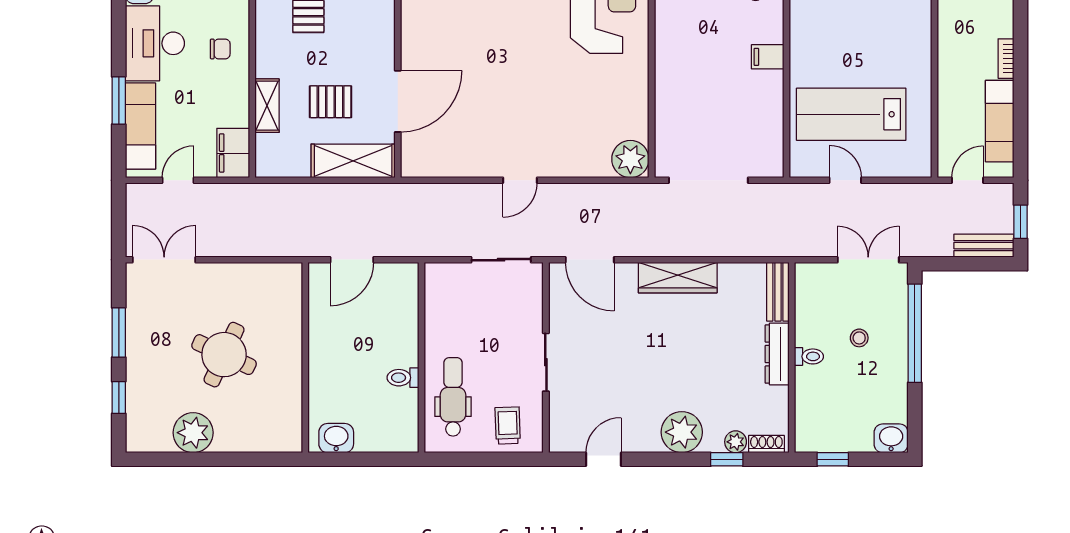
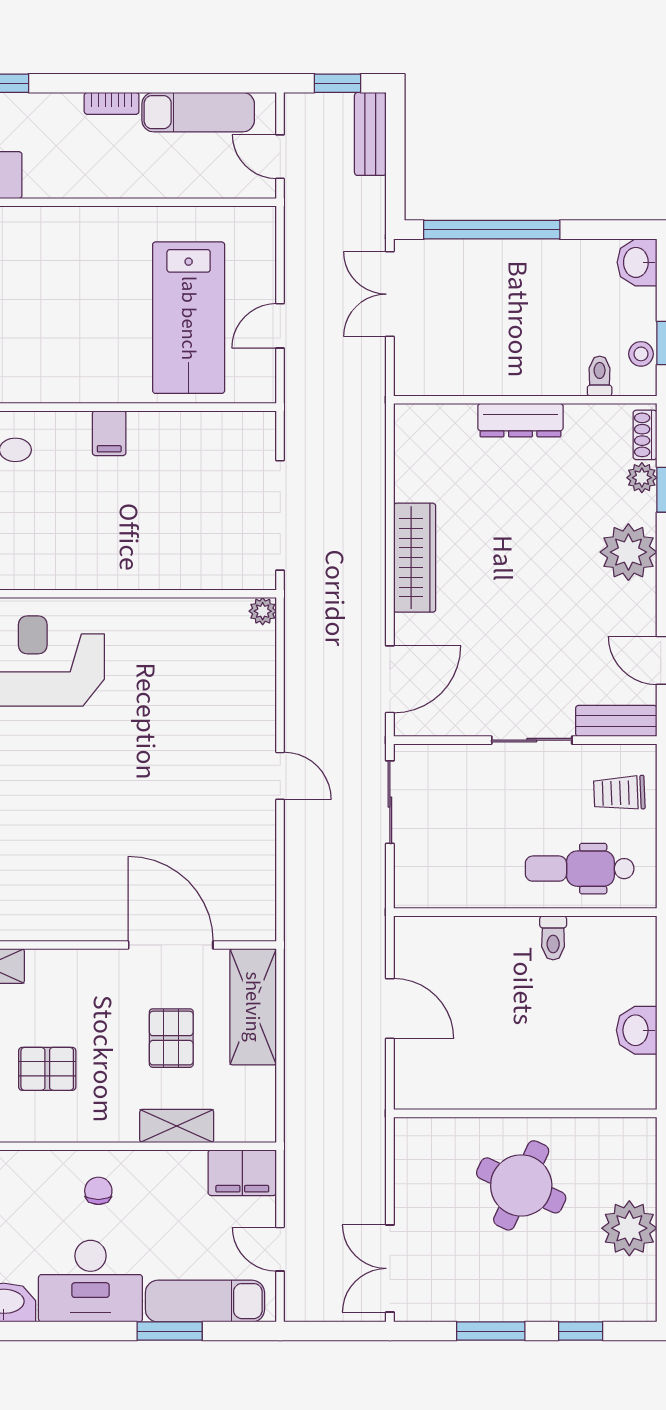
plant: (630, 159) -> (263, 611), width x0.53, depth x0.53
bench: (778, 292) -> (616, 721), moved
stool: (859, 338) -> (641, 354), moved
toilet: (809, 356) -> (600, 376), moved
wall: (305, 358) -> (525, 1113), moved

